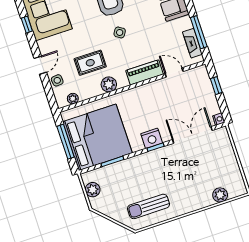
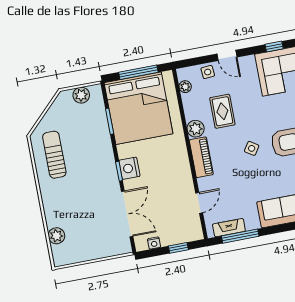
piano: (145, 72) -> (201, 157), moved
nightstand: (219, 119) -> (154, 243), moved

